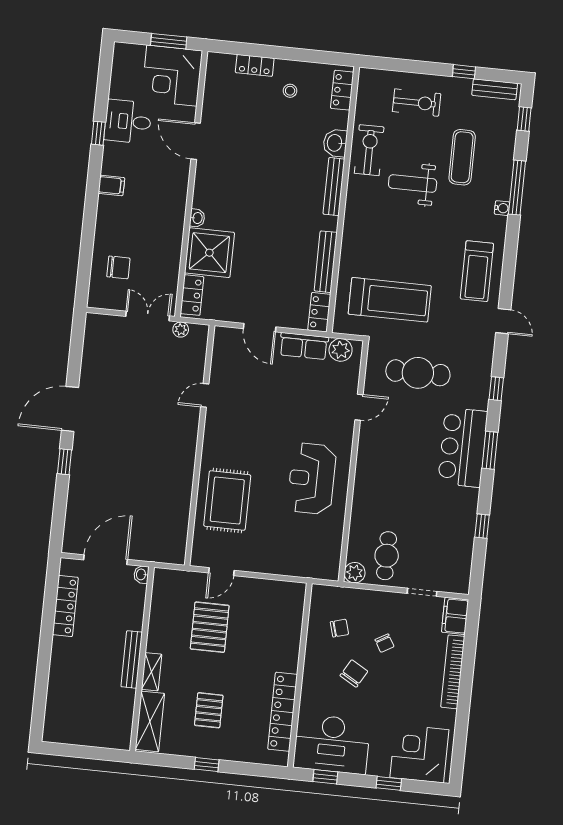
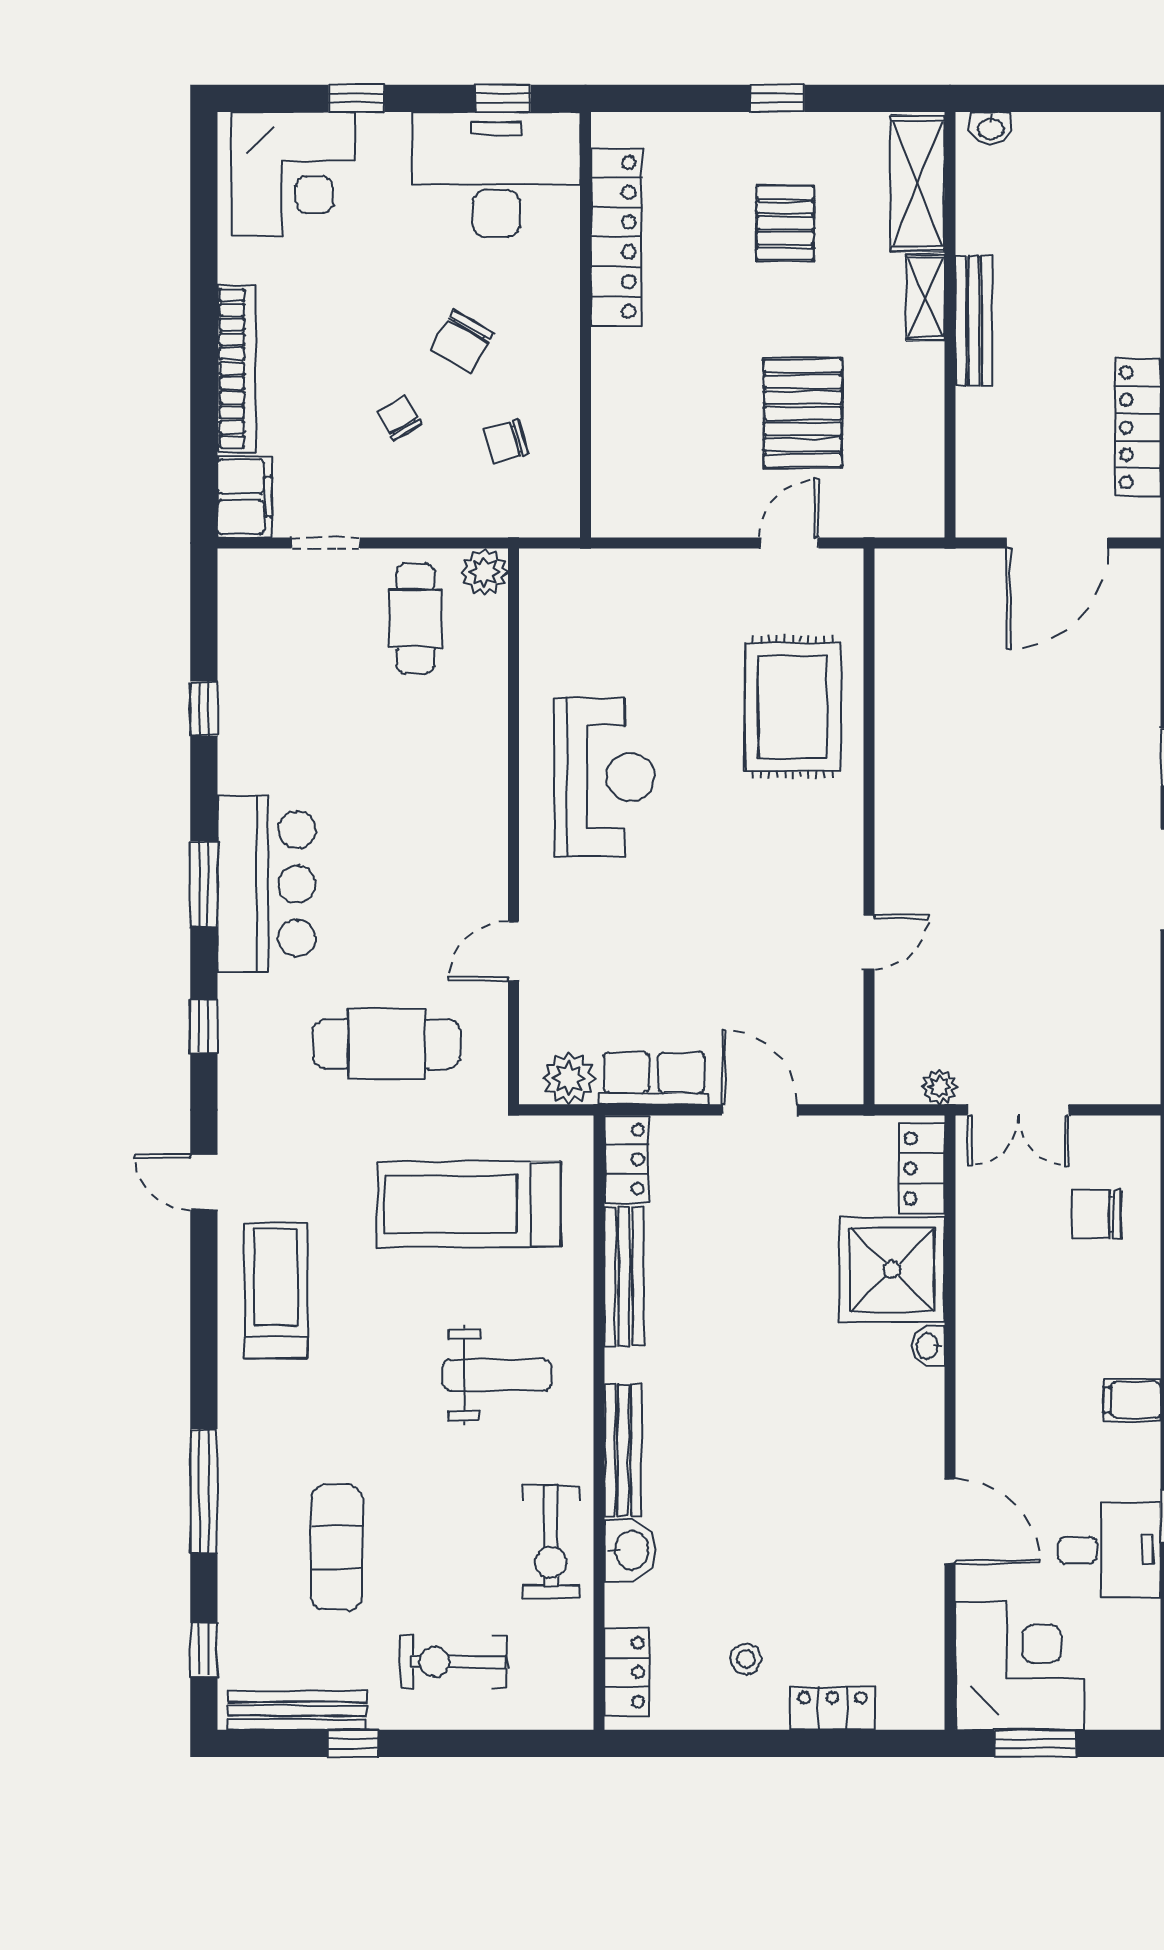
bench: (495, 89) -> (297, 1711), width x1.36
weight bench: (413, 183) -> (497, 1375), moved
water cooler: (502, 208) -> (233, 1441), removed
washbasin: (141, 574) -> (991, 128), moved, turned 90

